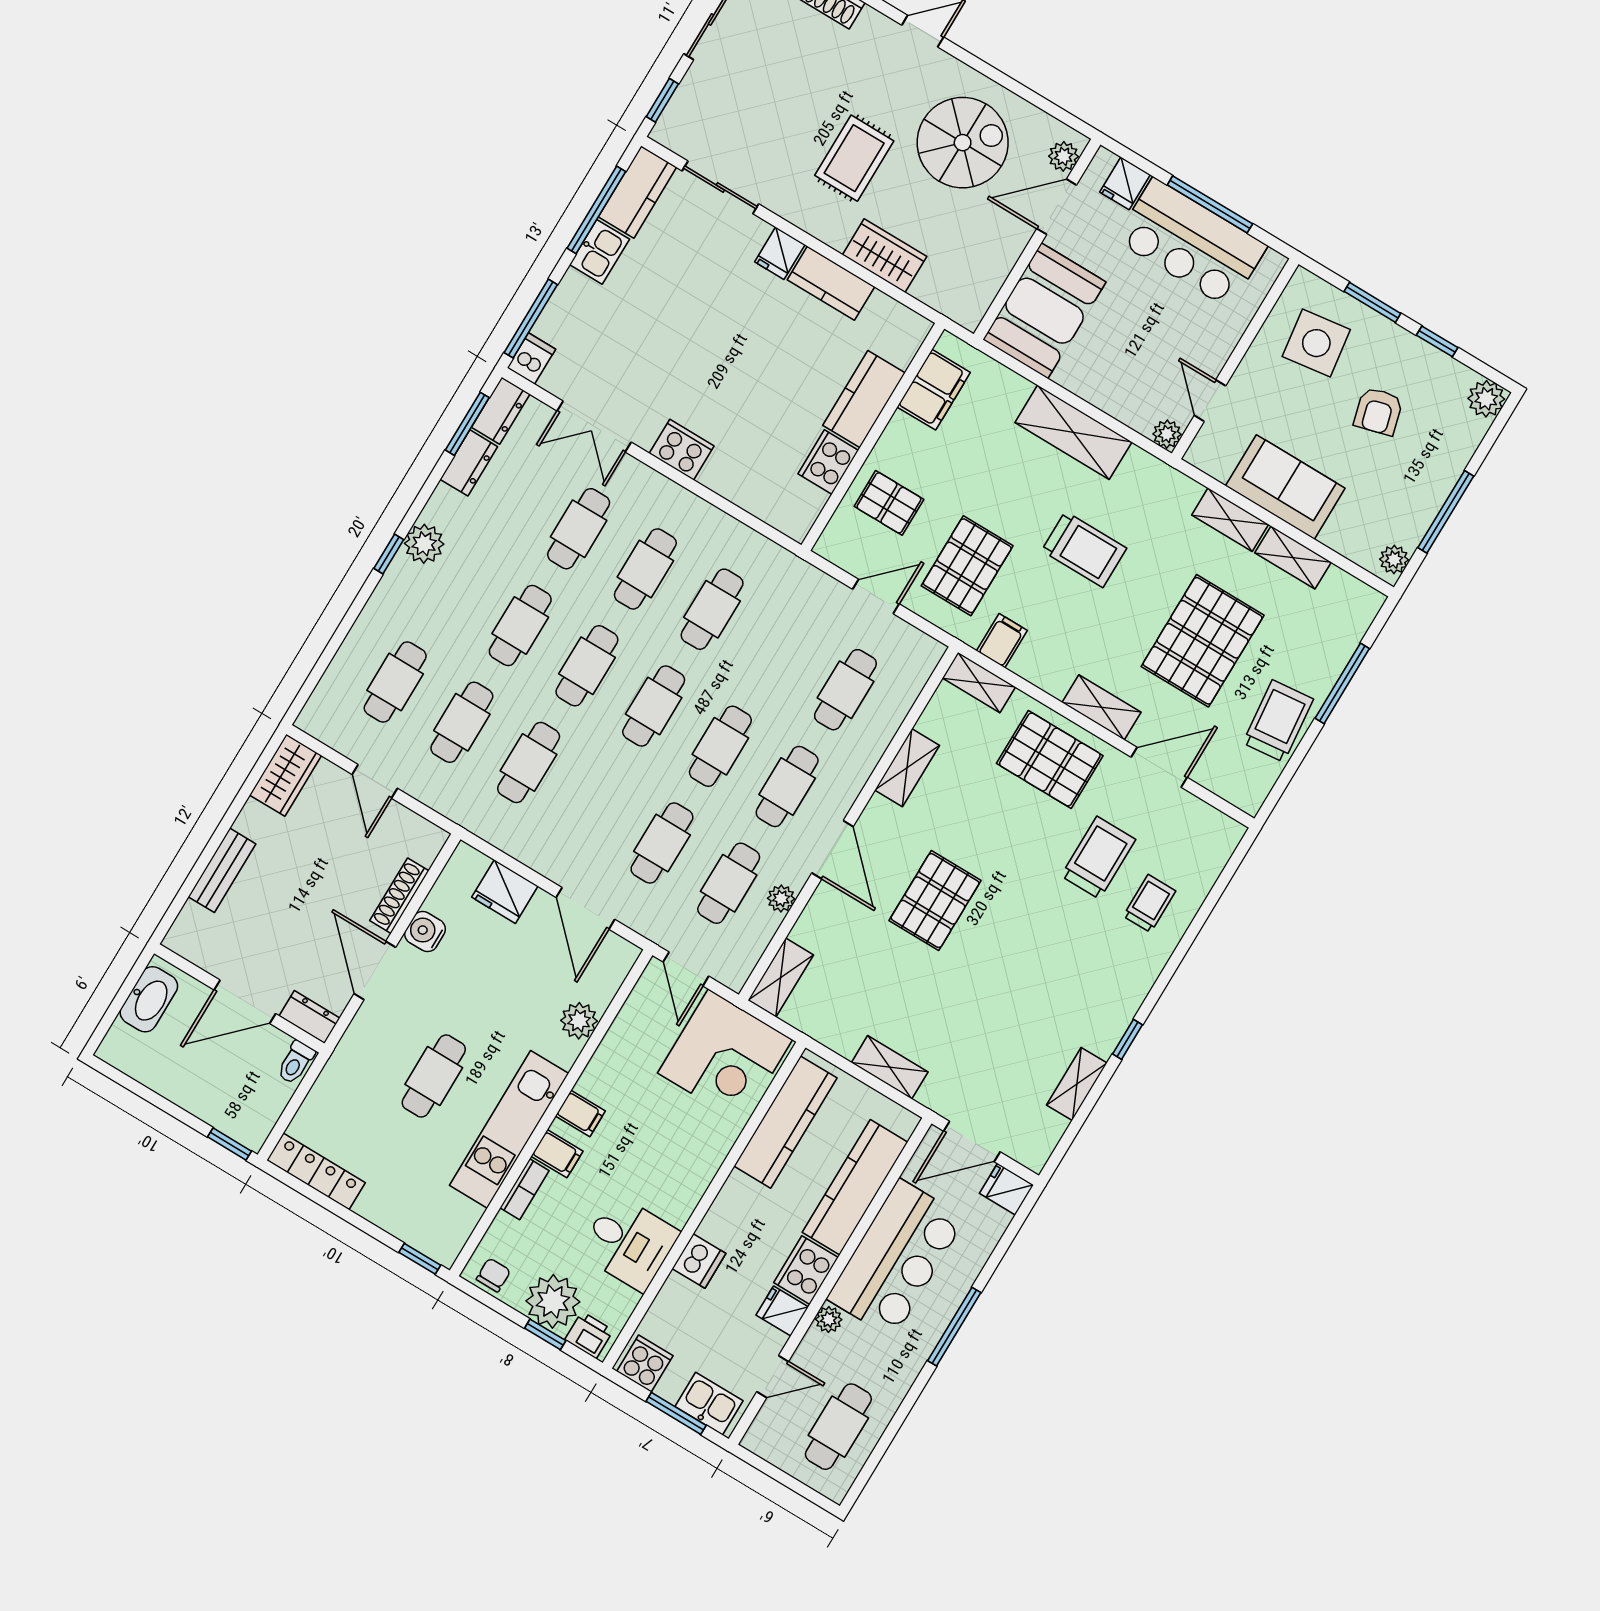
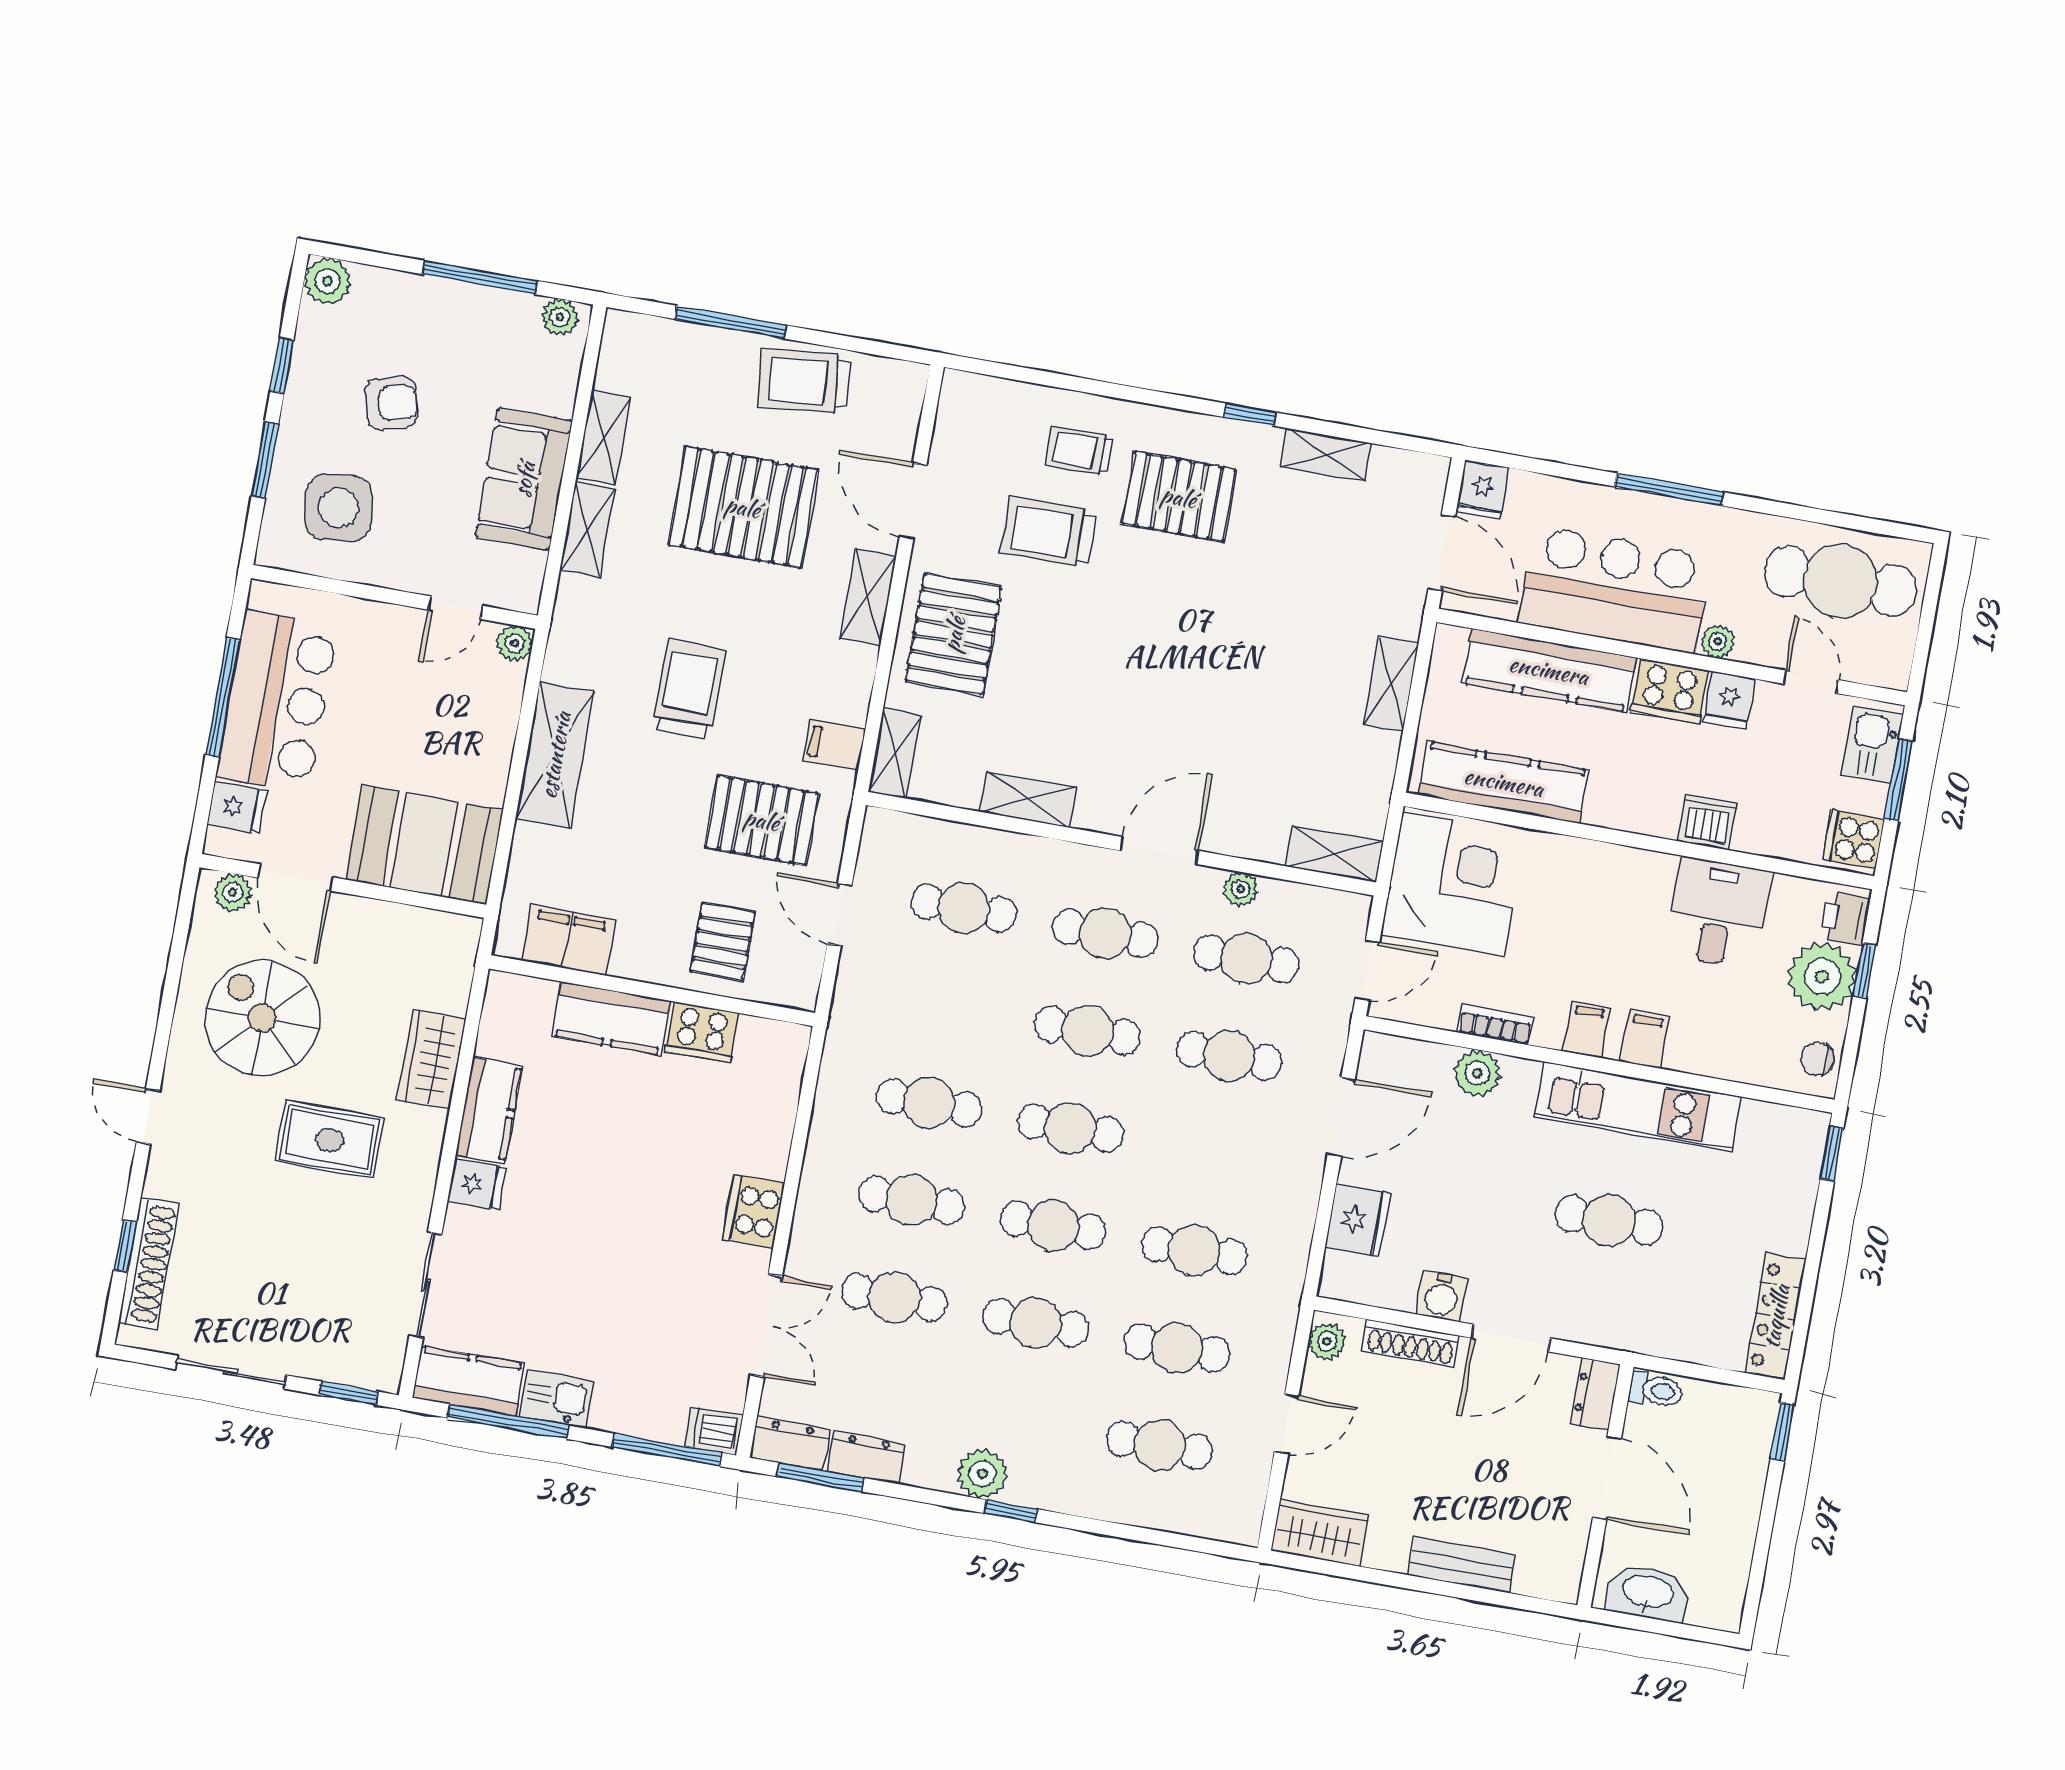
plant: (424, 834) -> (1327, 1341), added
pallet: (935, 901) -> (1179, 497), moved
bookcase: (525, 1189) -> (1495, 1024), moved
cafe table: (838, 1427) -> (1840, 581), width x1.37, depth x1.35

